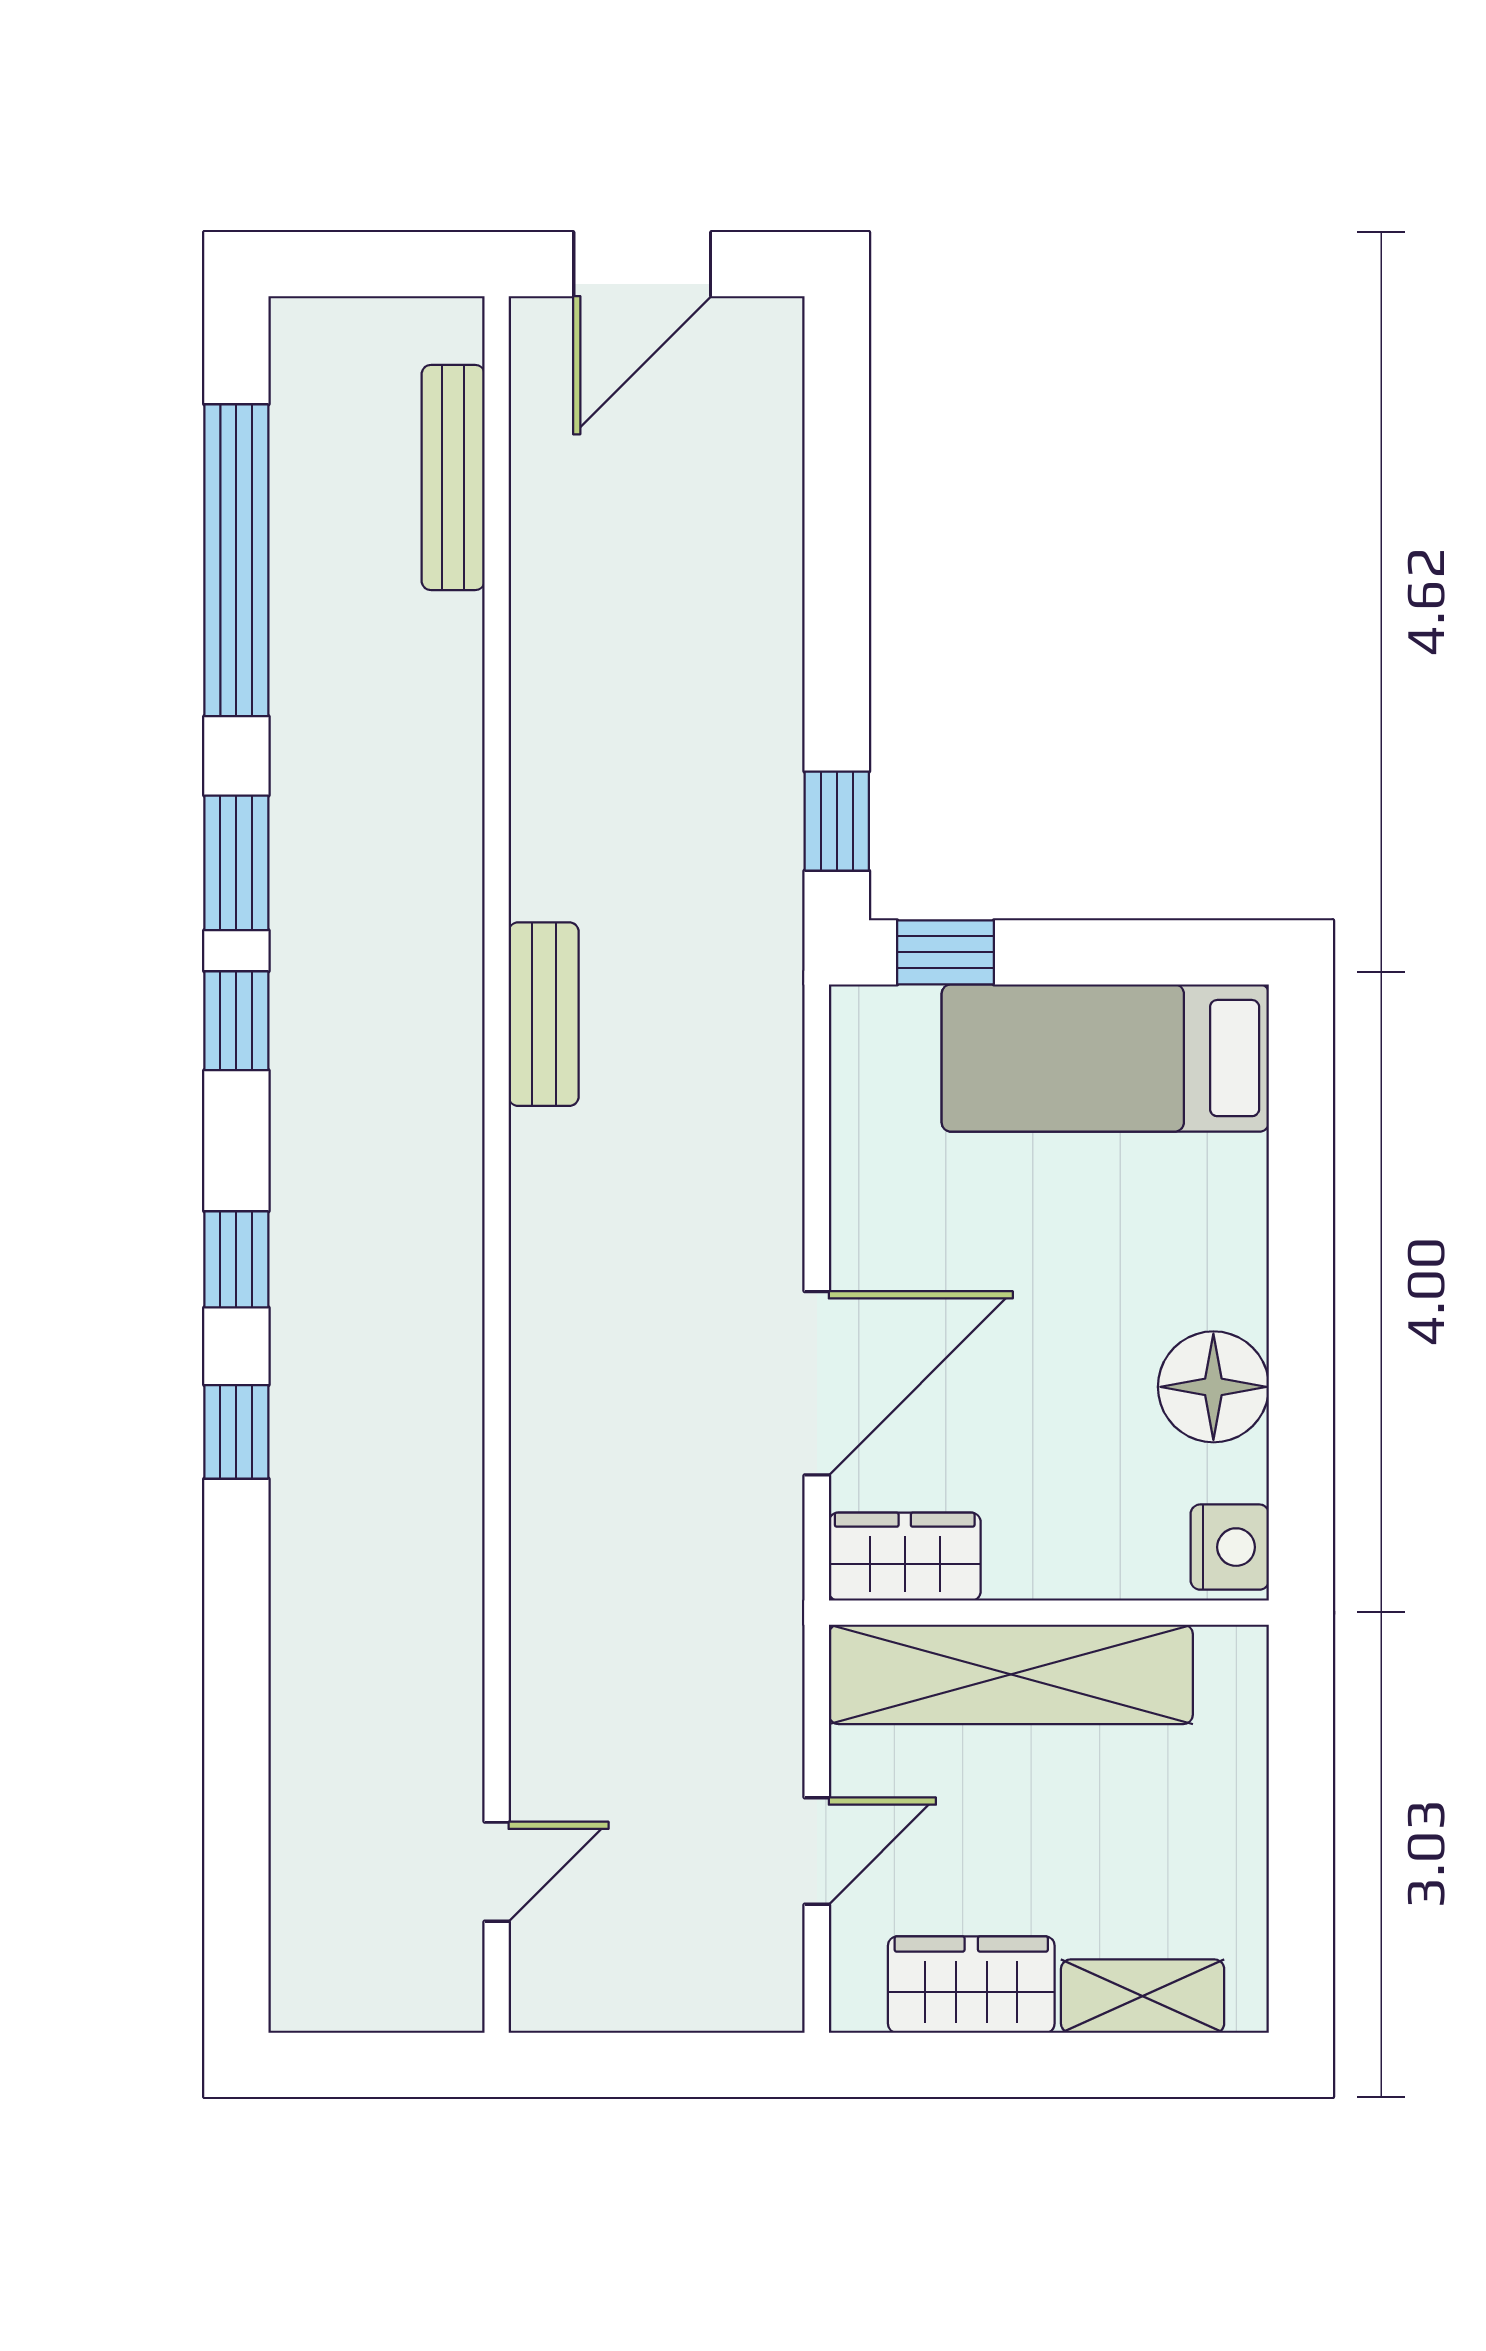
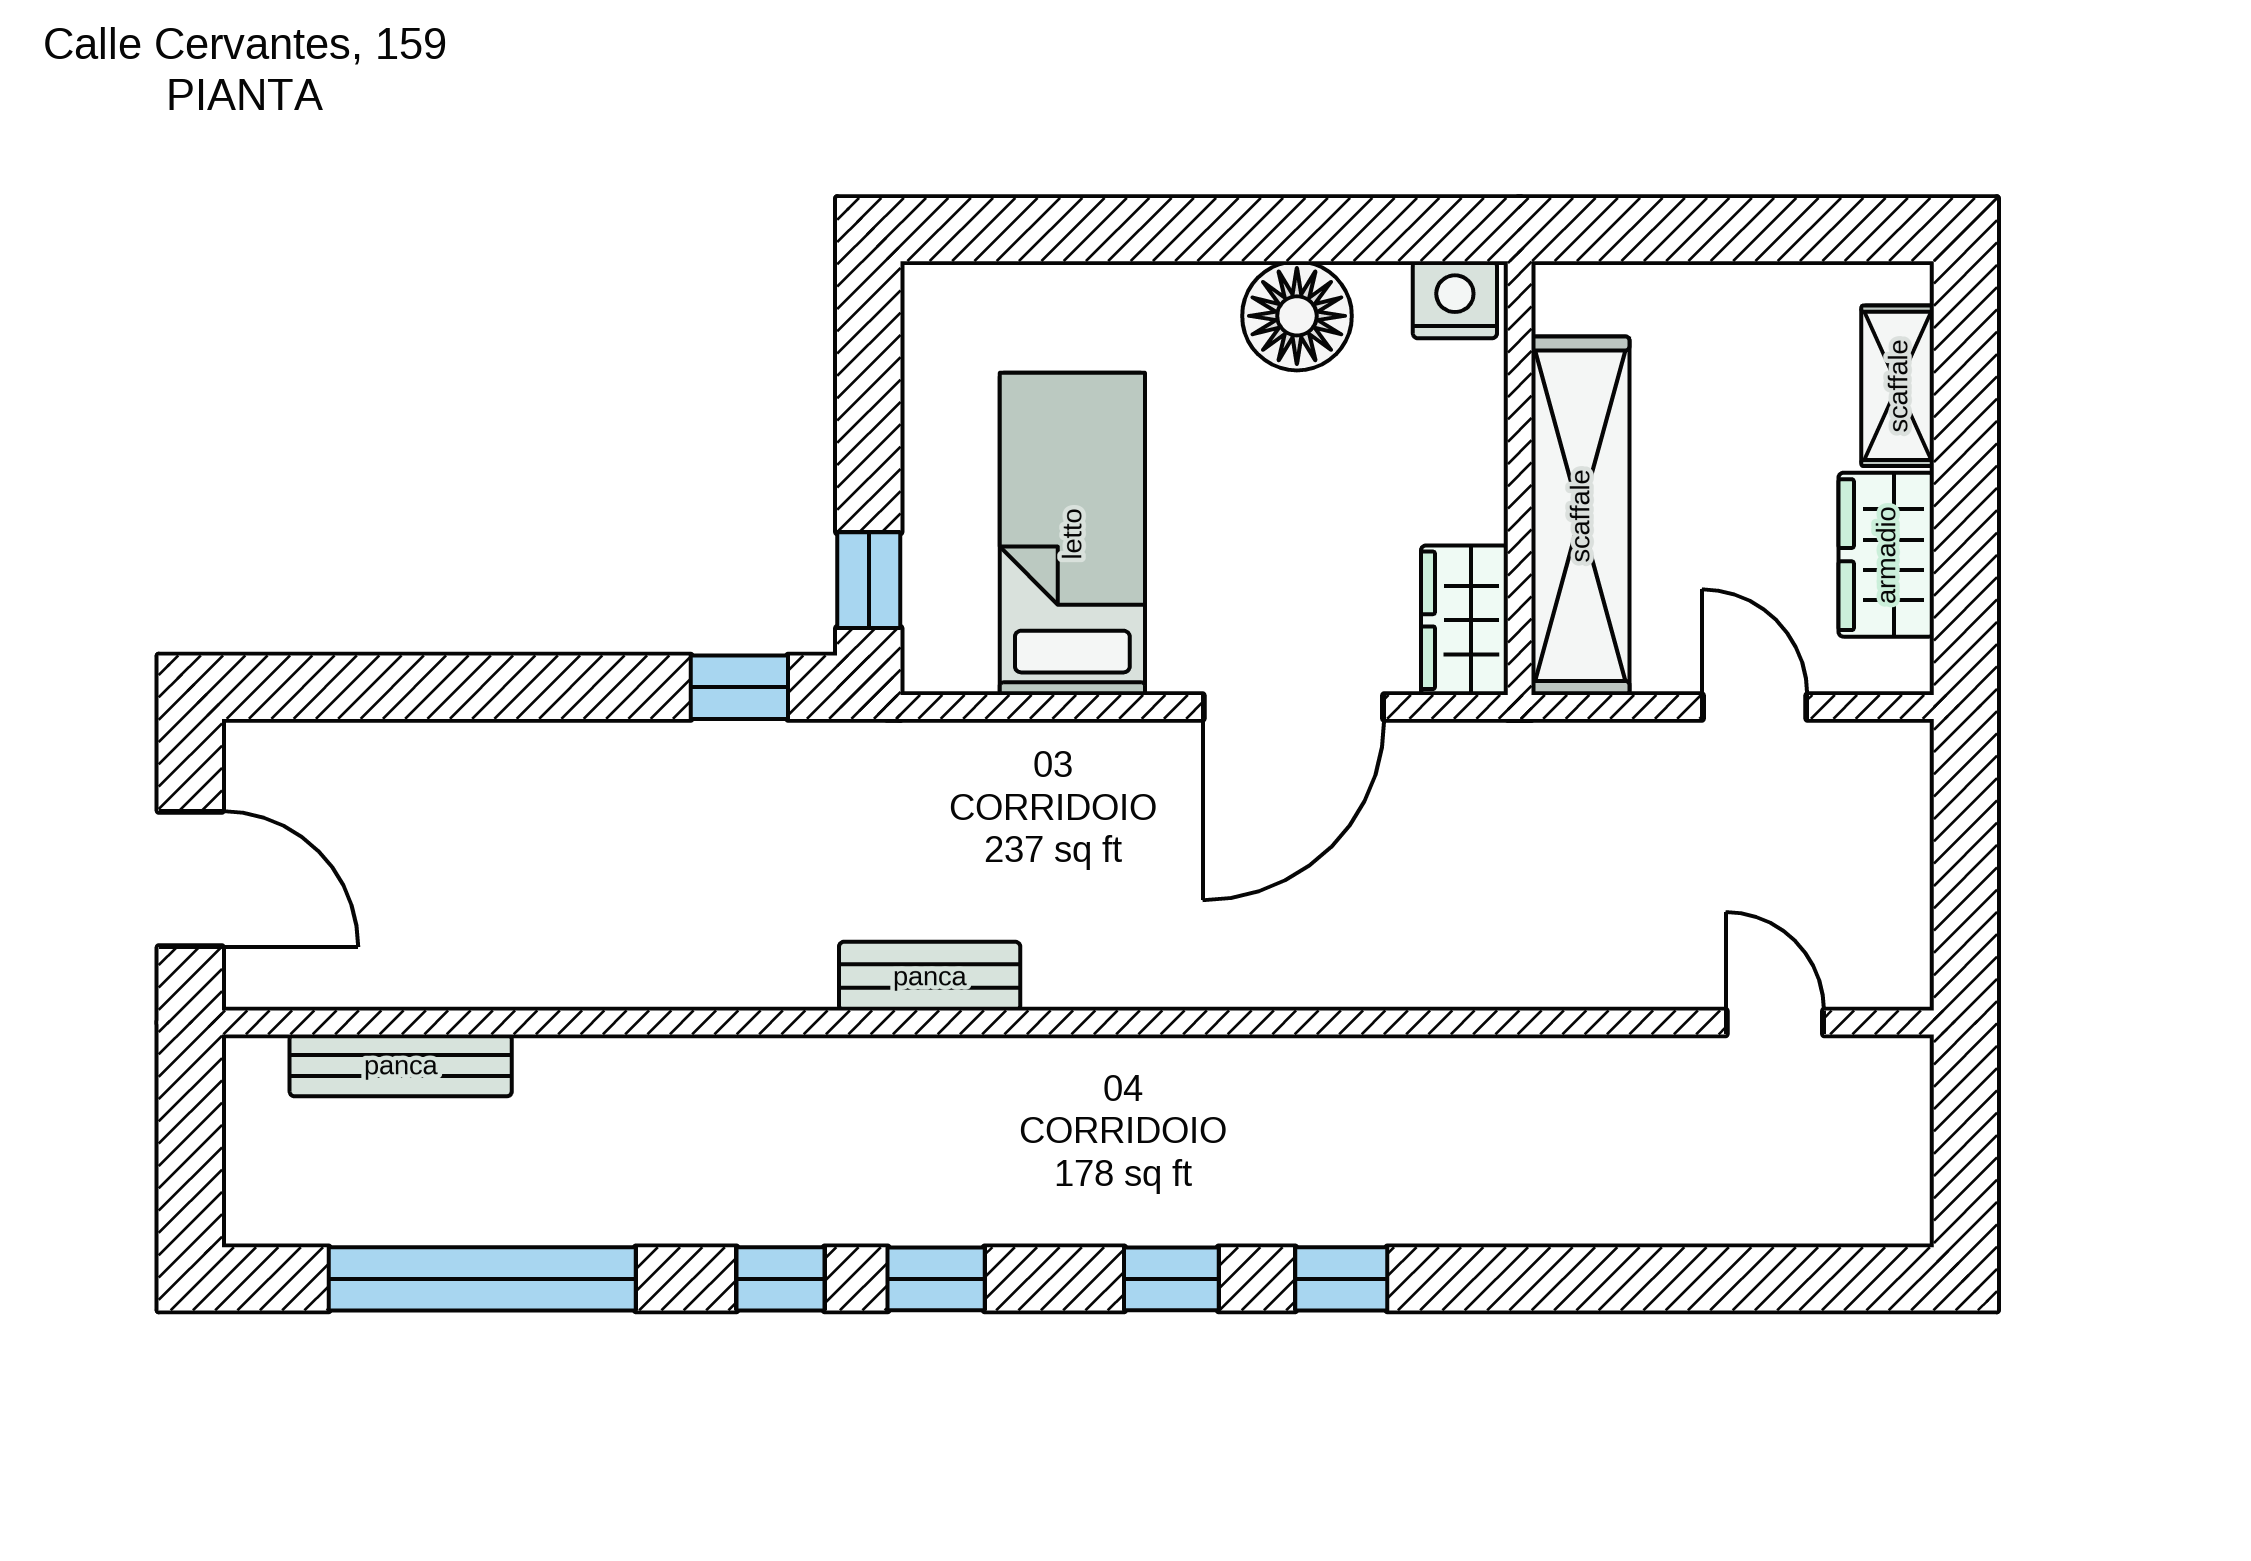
window: (236, 863) -> (781, 1279), width x0.67
bed: (1105, 1058) -> (1072, 534), moved, turned 180
door: (817, 1383) -> (1293, 707), swing flipped

